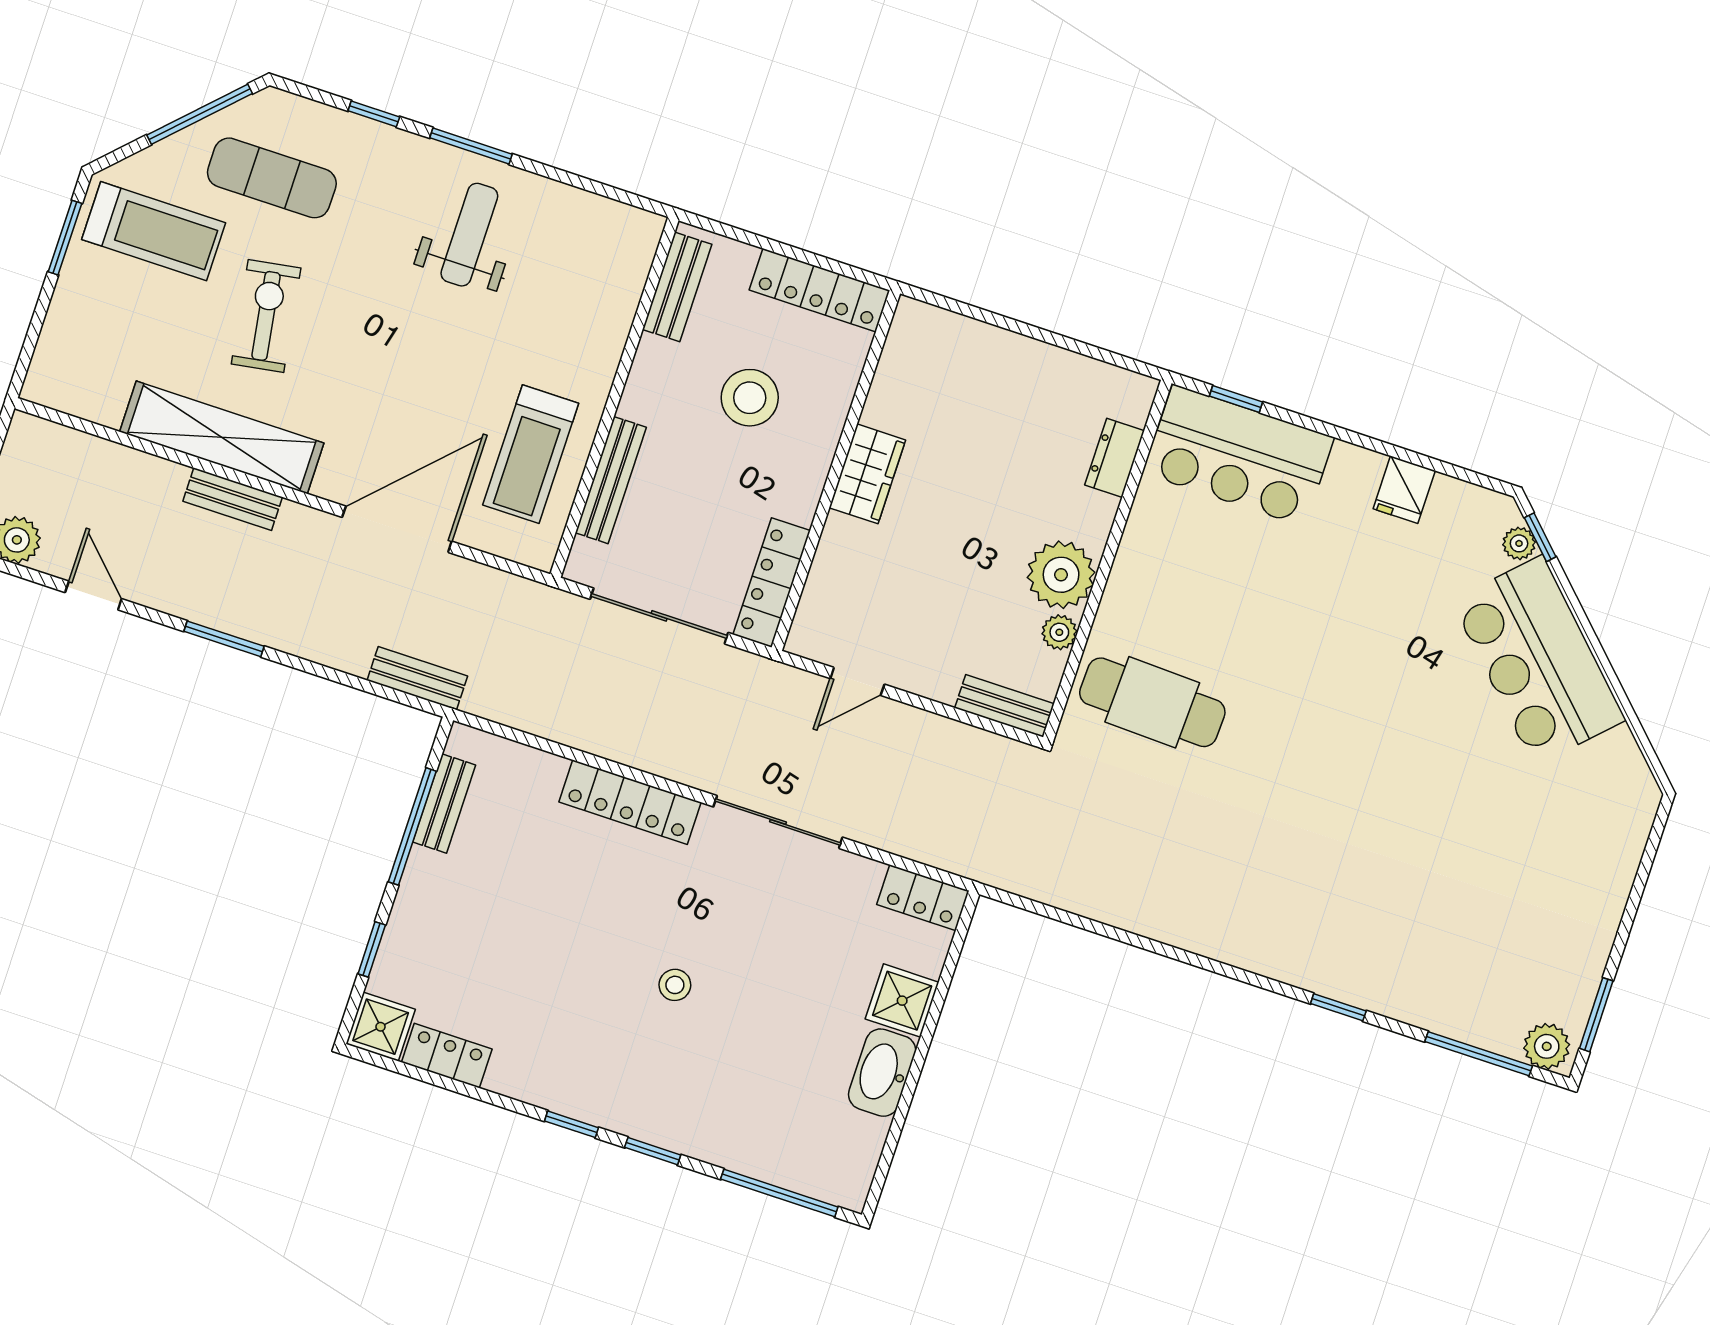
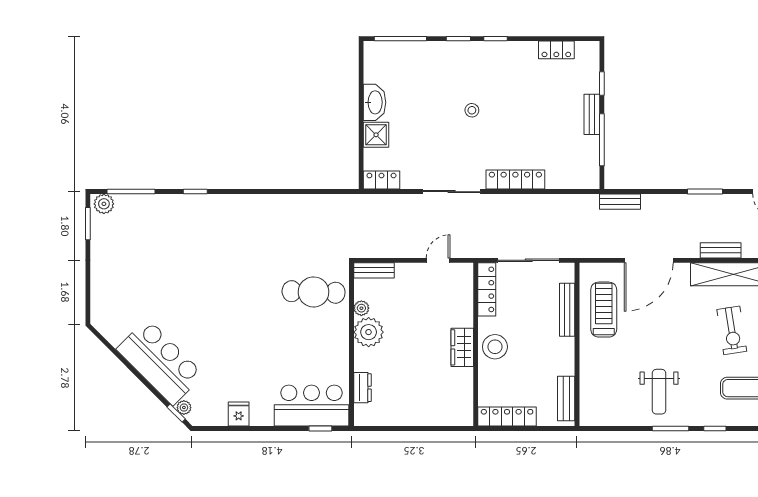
stool: (750, 398) -> (495, 347), moved
bench: (444, 804) -> (592, 114), moved
shower: (381, 1027) -> (588, 53), removed

